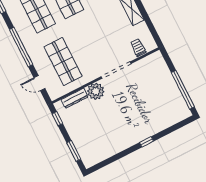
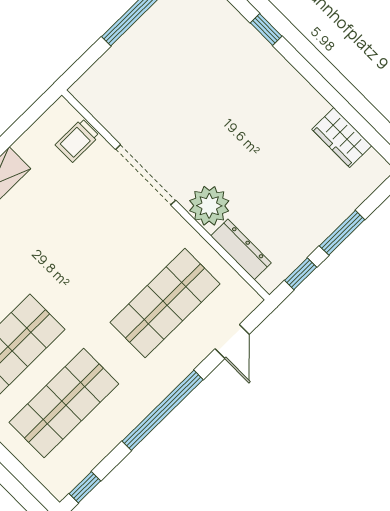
window: (146, 142) -> (266, 29), moved
window: (74, 151) -> (342, 233), moved
wardrobe: (106, 152) -> (342, 137), added

